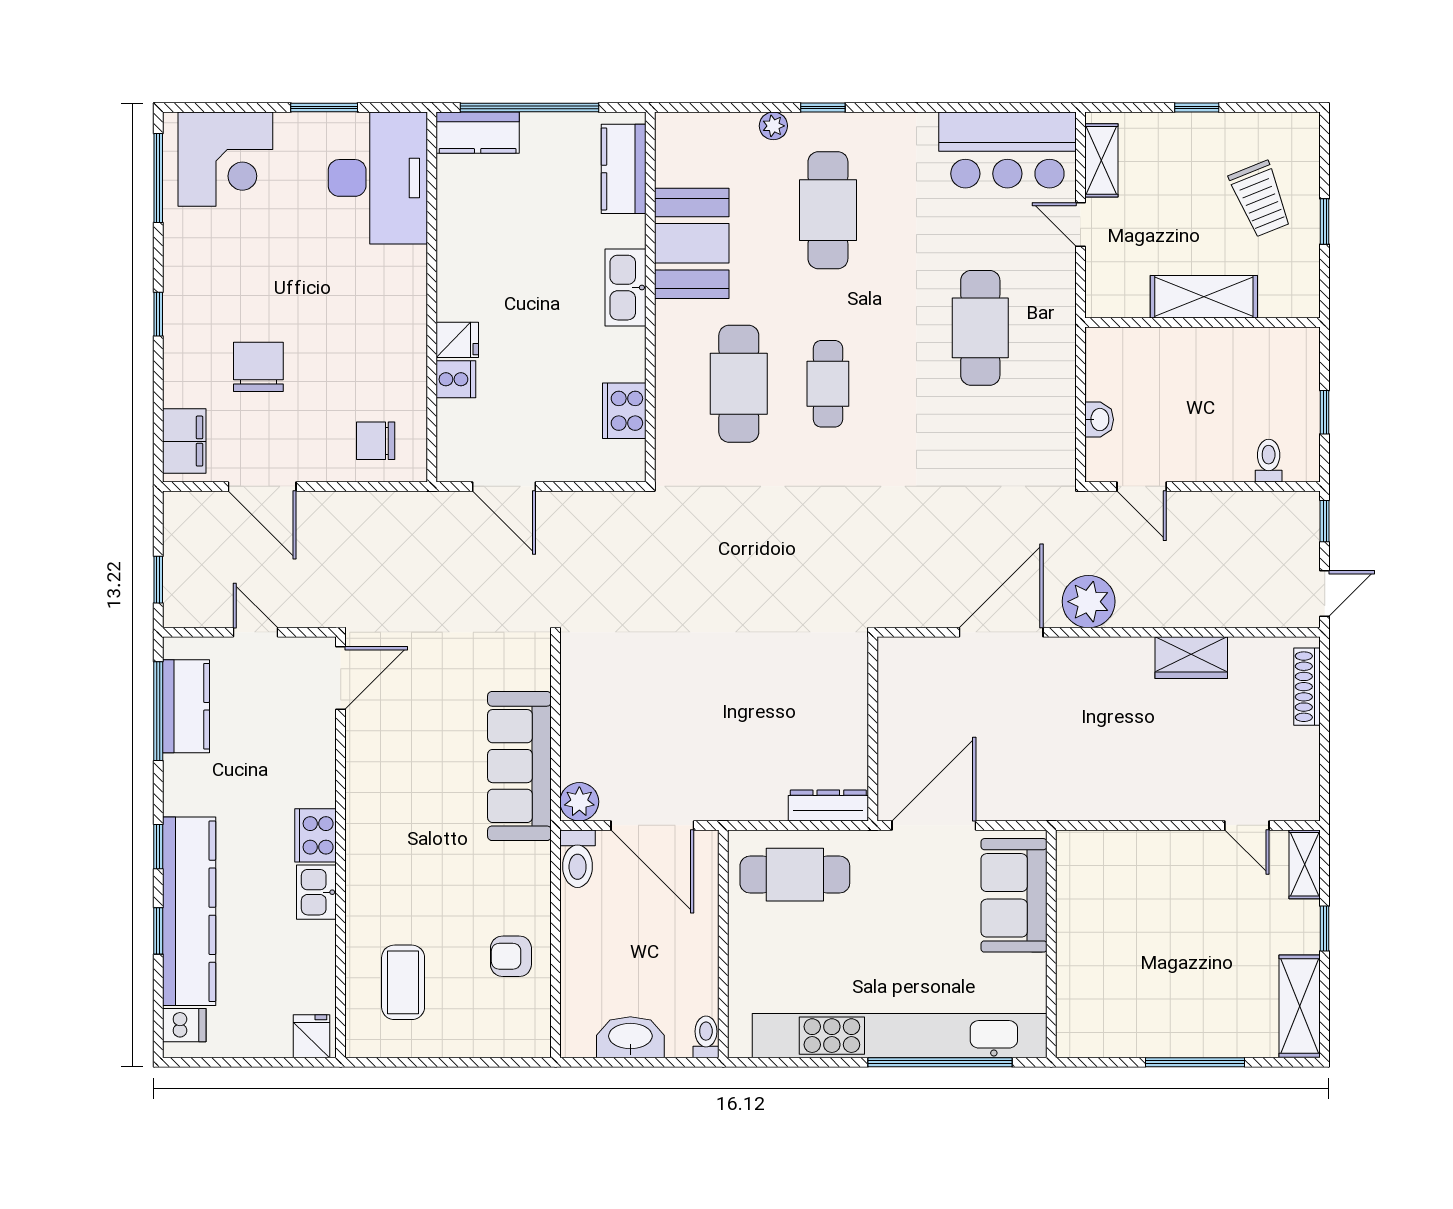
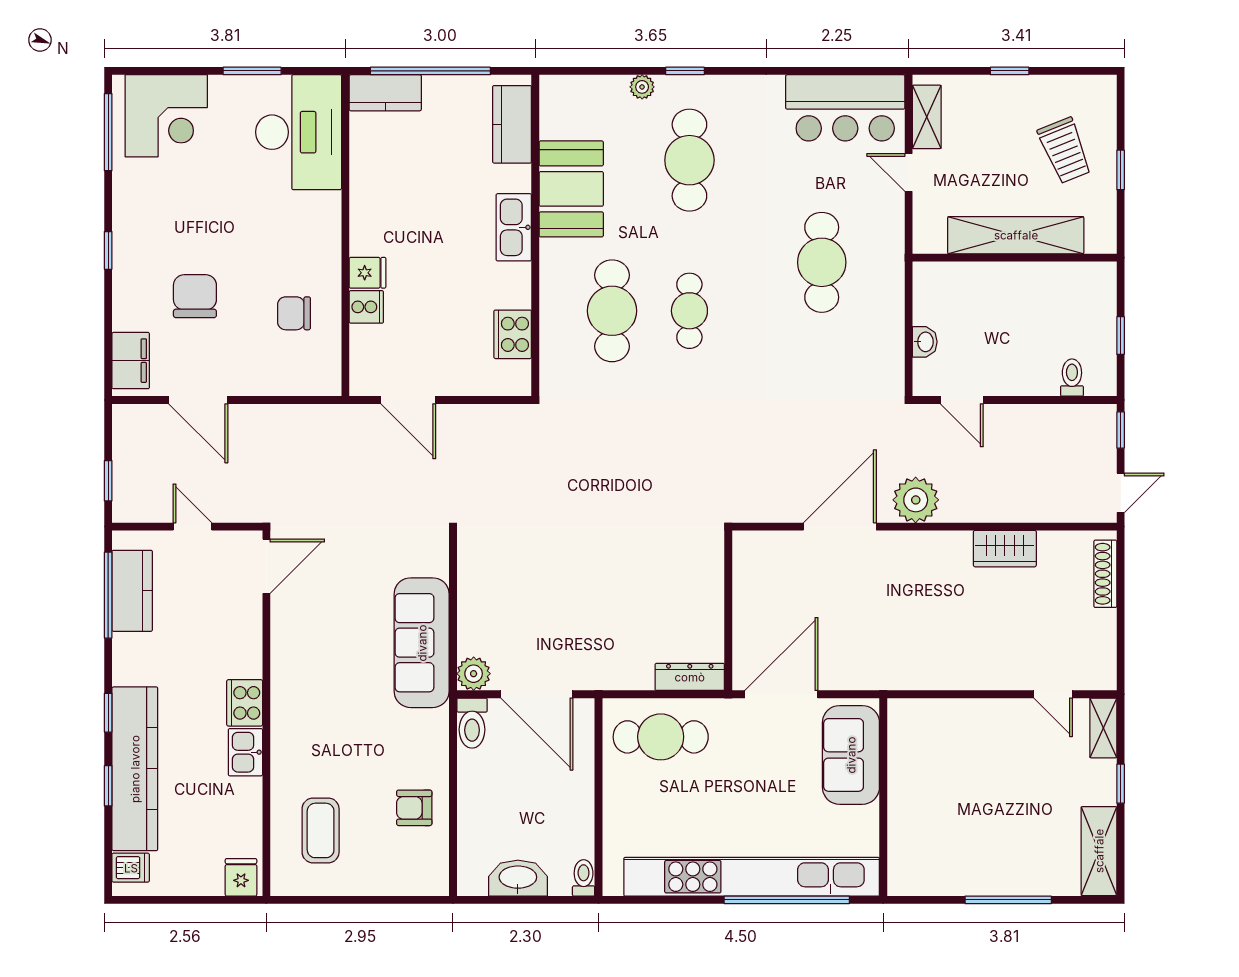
shelving: (1204, 297) -> (1016, 235), width x1.47
chair: (376, 441) -> (294, 313), moved

